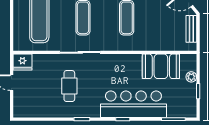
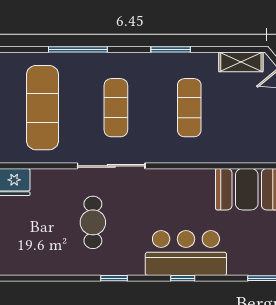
bar counter: (133, 104) -> (186, 253), width x0.73

